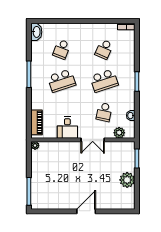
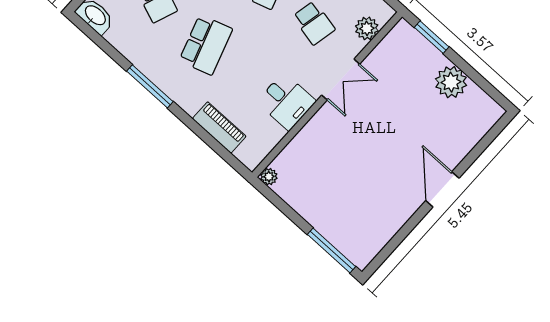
piano: (37, 122) -> (219, 128), moved

